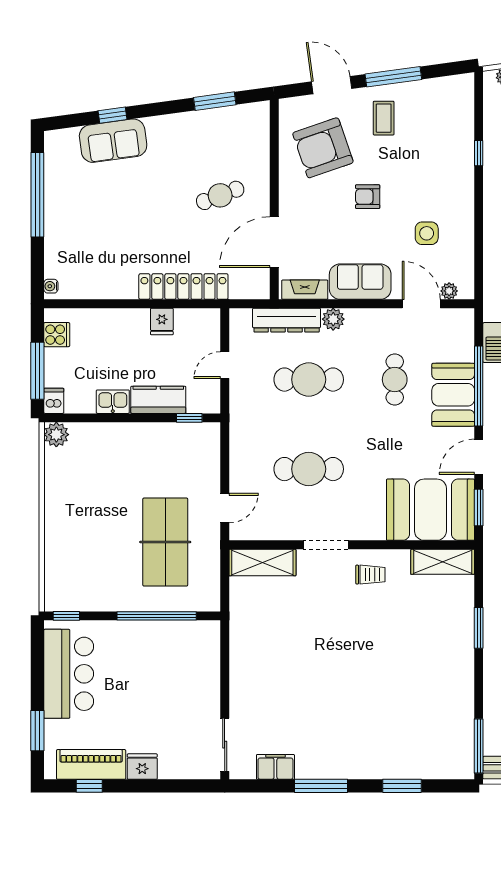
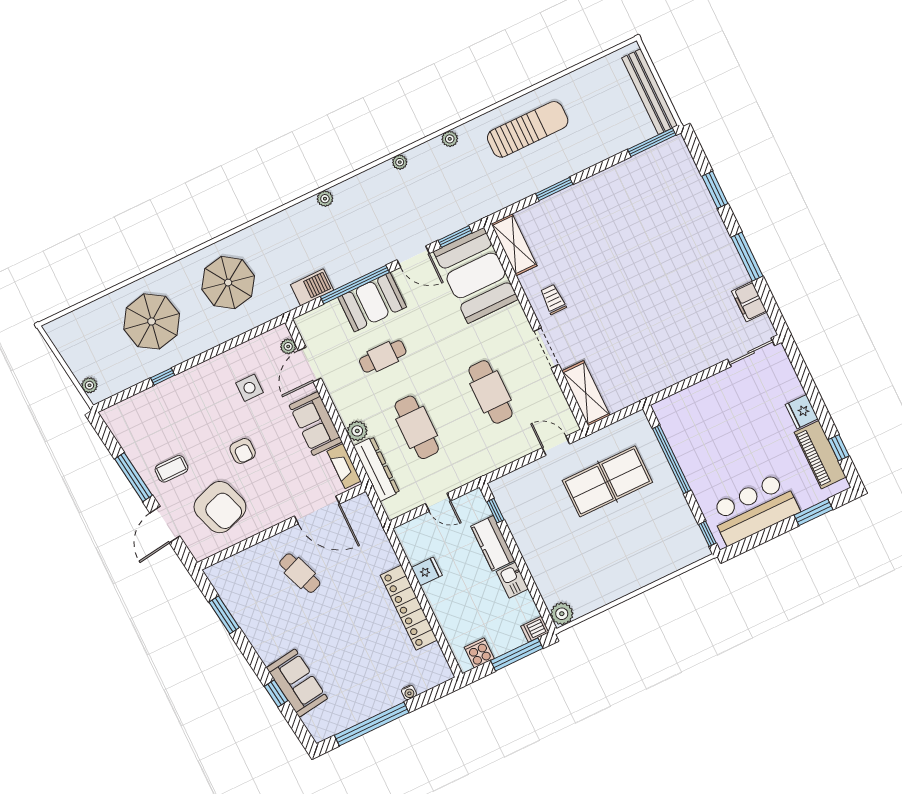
water cooler: (51, 286) -> (409, 692), moved
locker: (183, 287) -> (409, 608), moved

